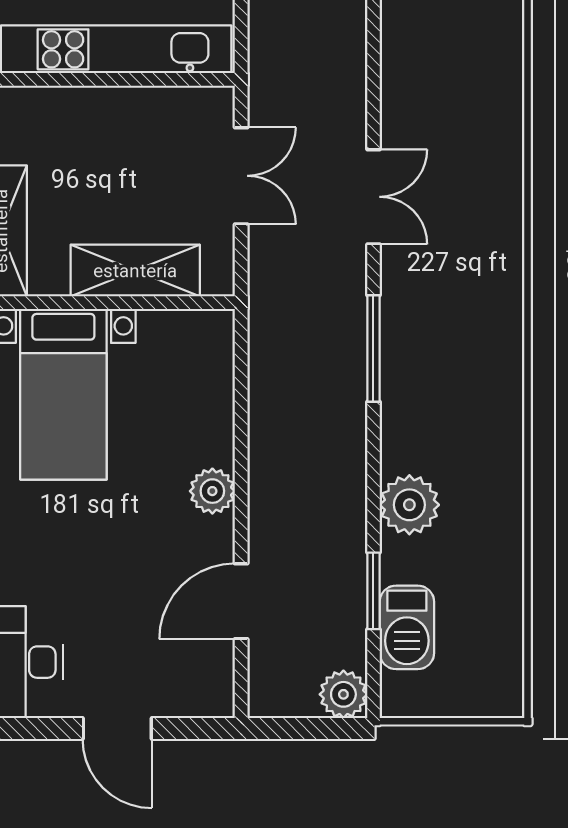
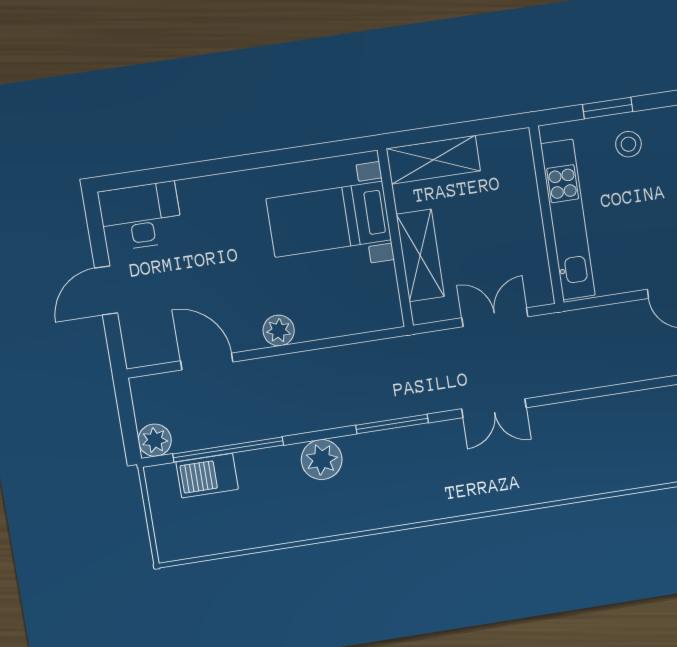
double door: (241, 176) -> (495, 317), swing flipped
plant: (409, 505) -> (322, 460), moved
window: (373, 591) -> (228, 449), width x2.11

